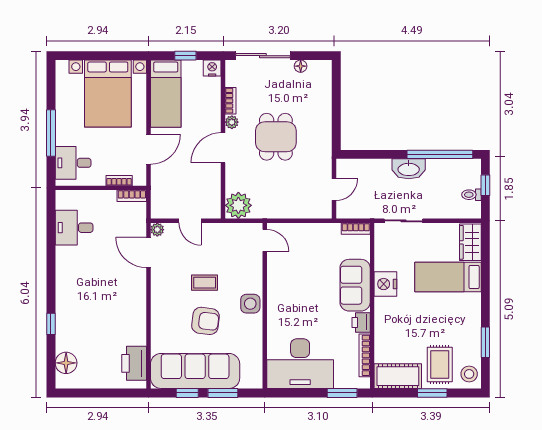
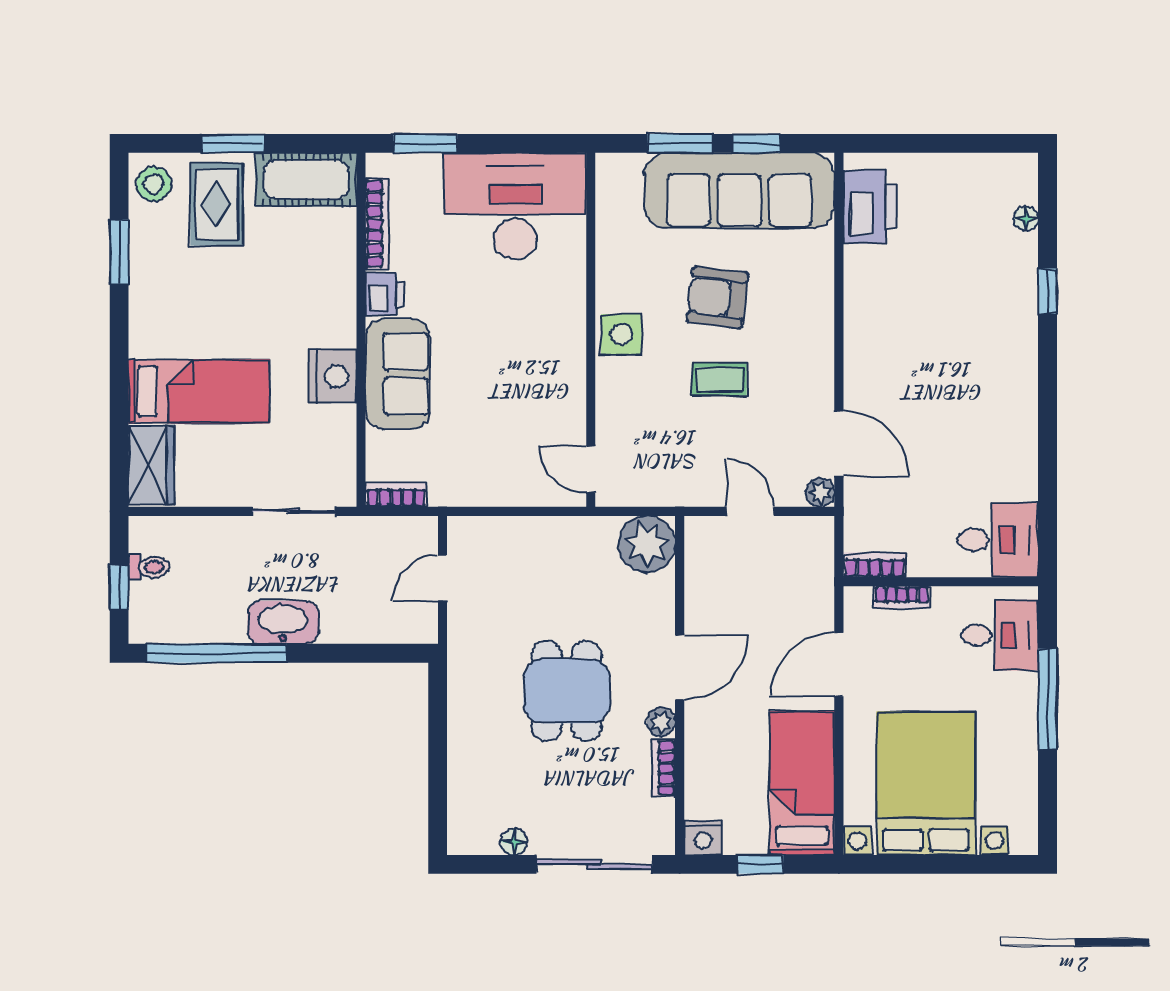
desk: (74, 228) -> (998, 540), moved
floor lamp: (66, 363) -> (1026, 218), width x0.53, depth x0.53

